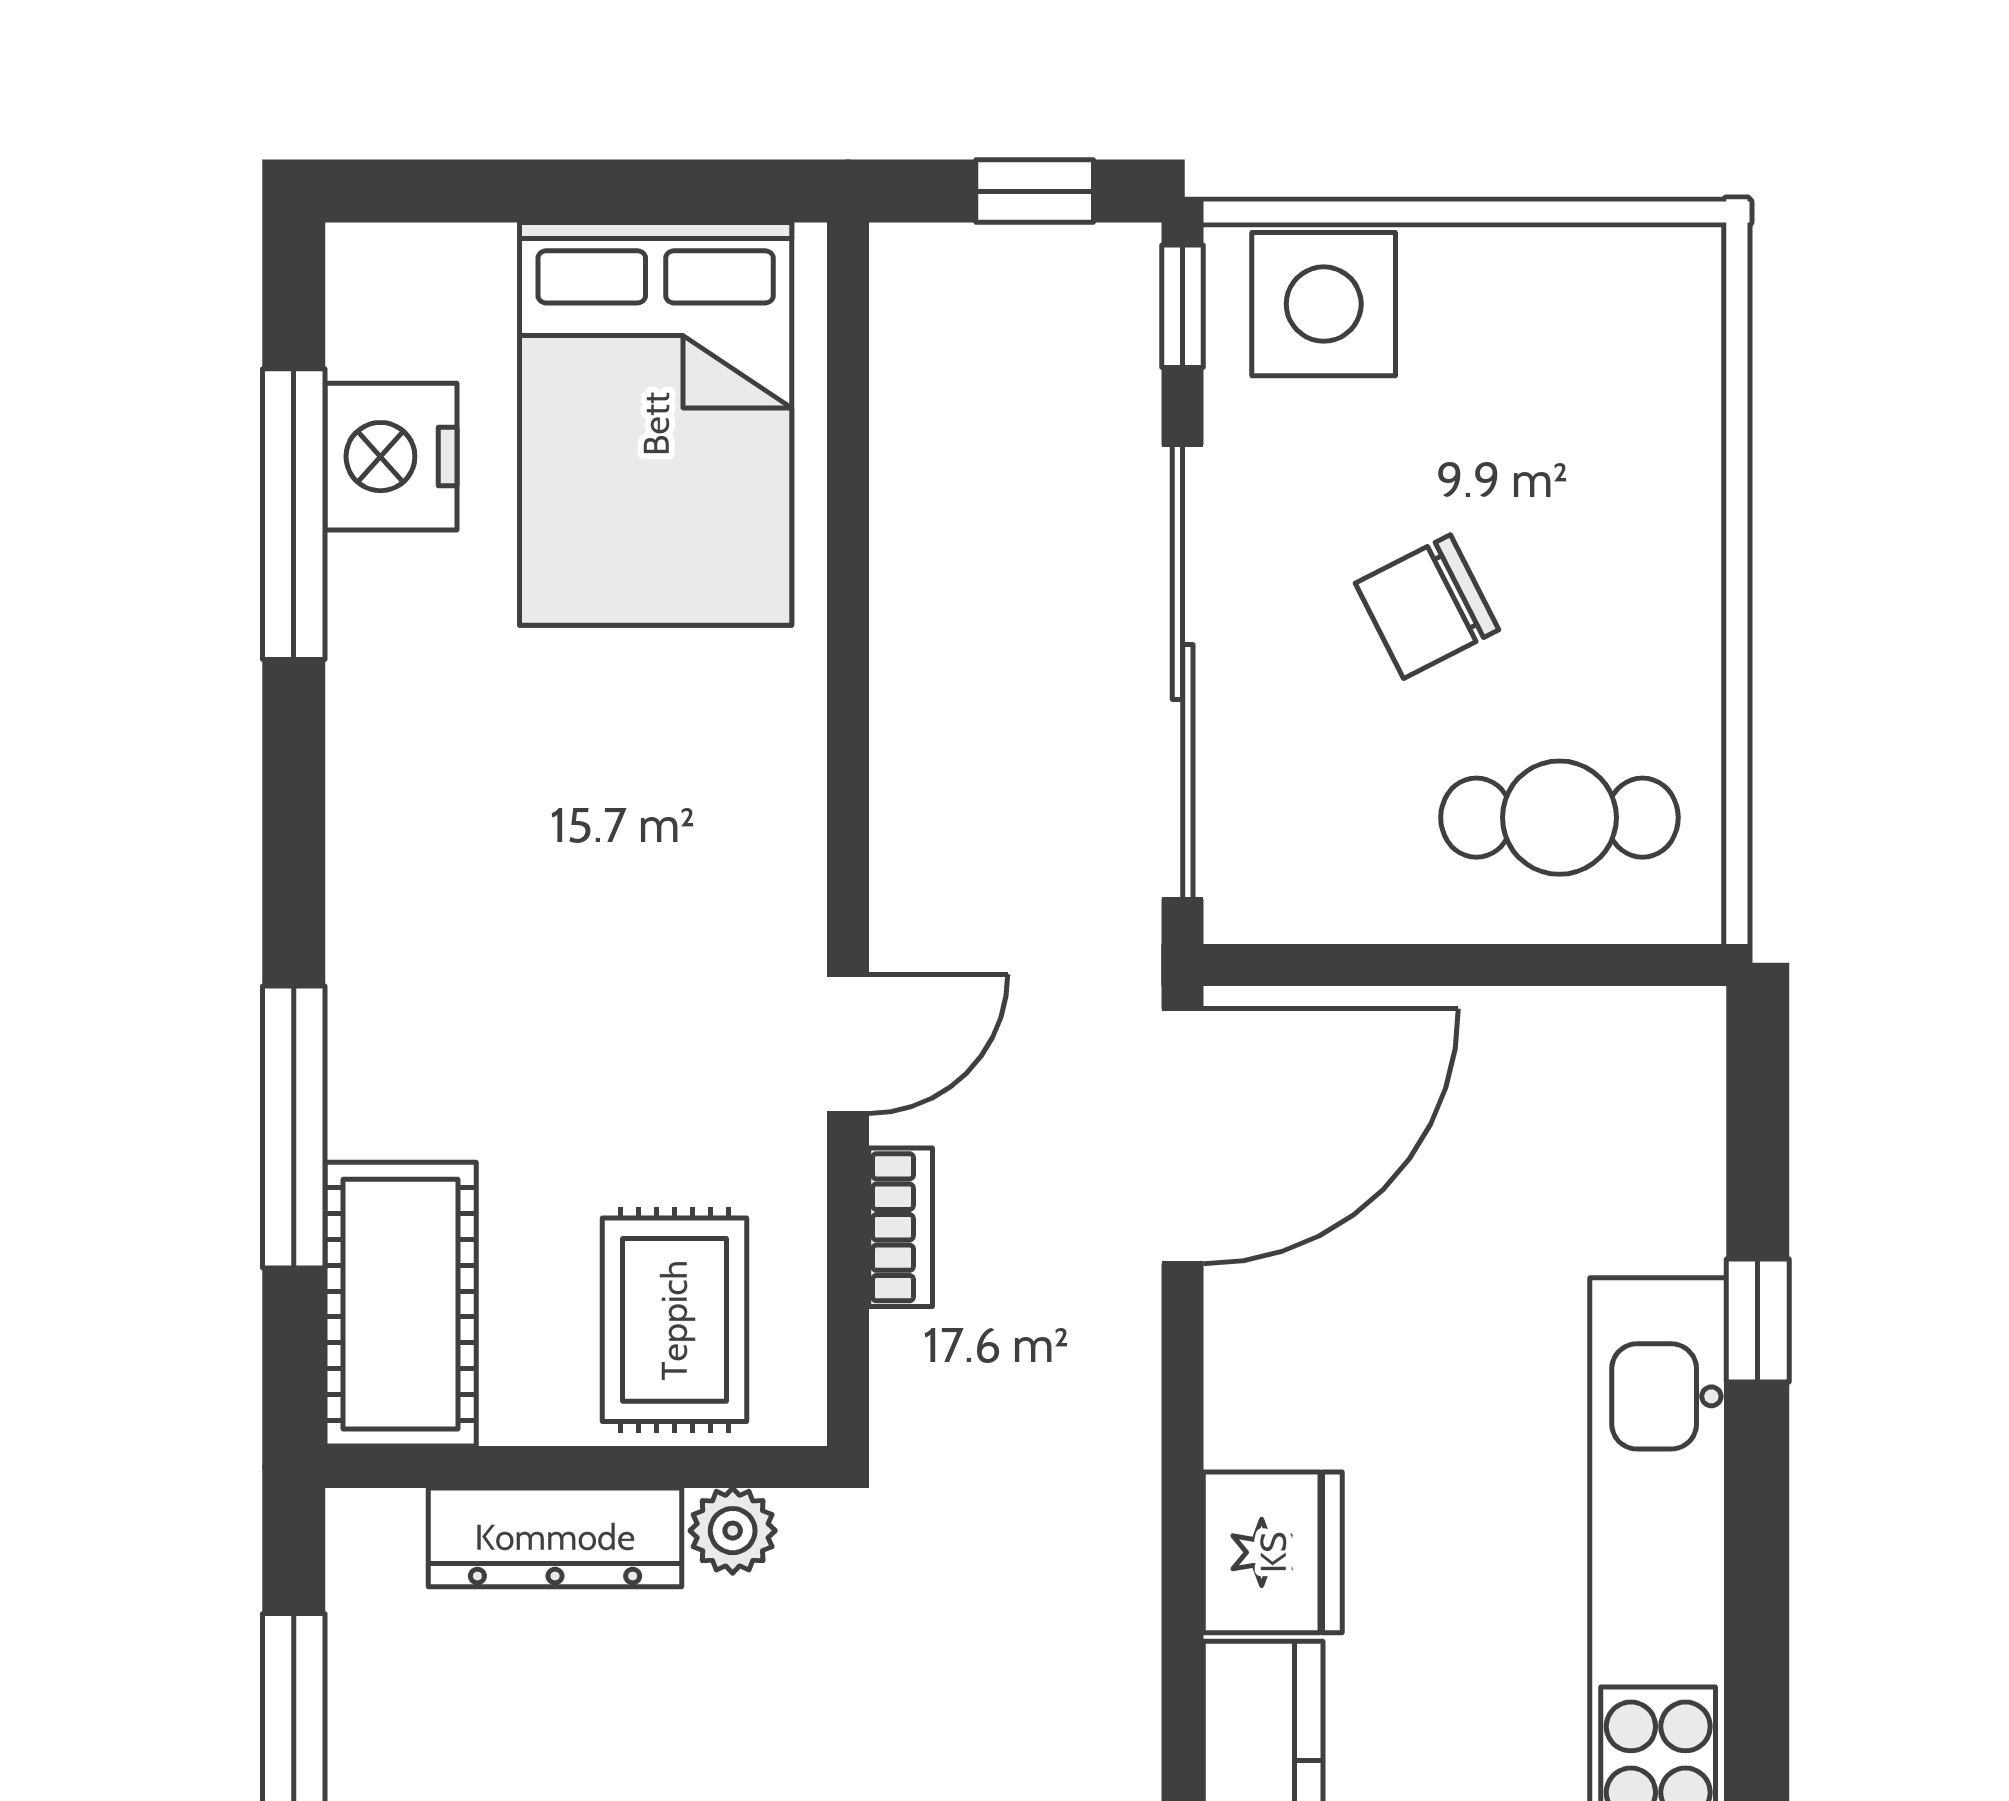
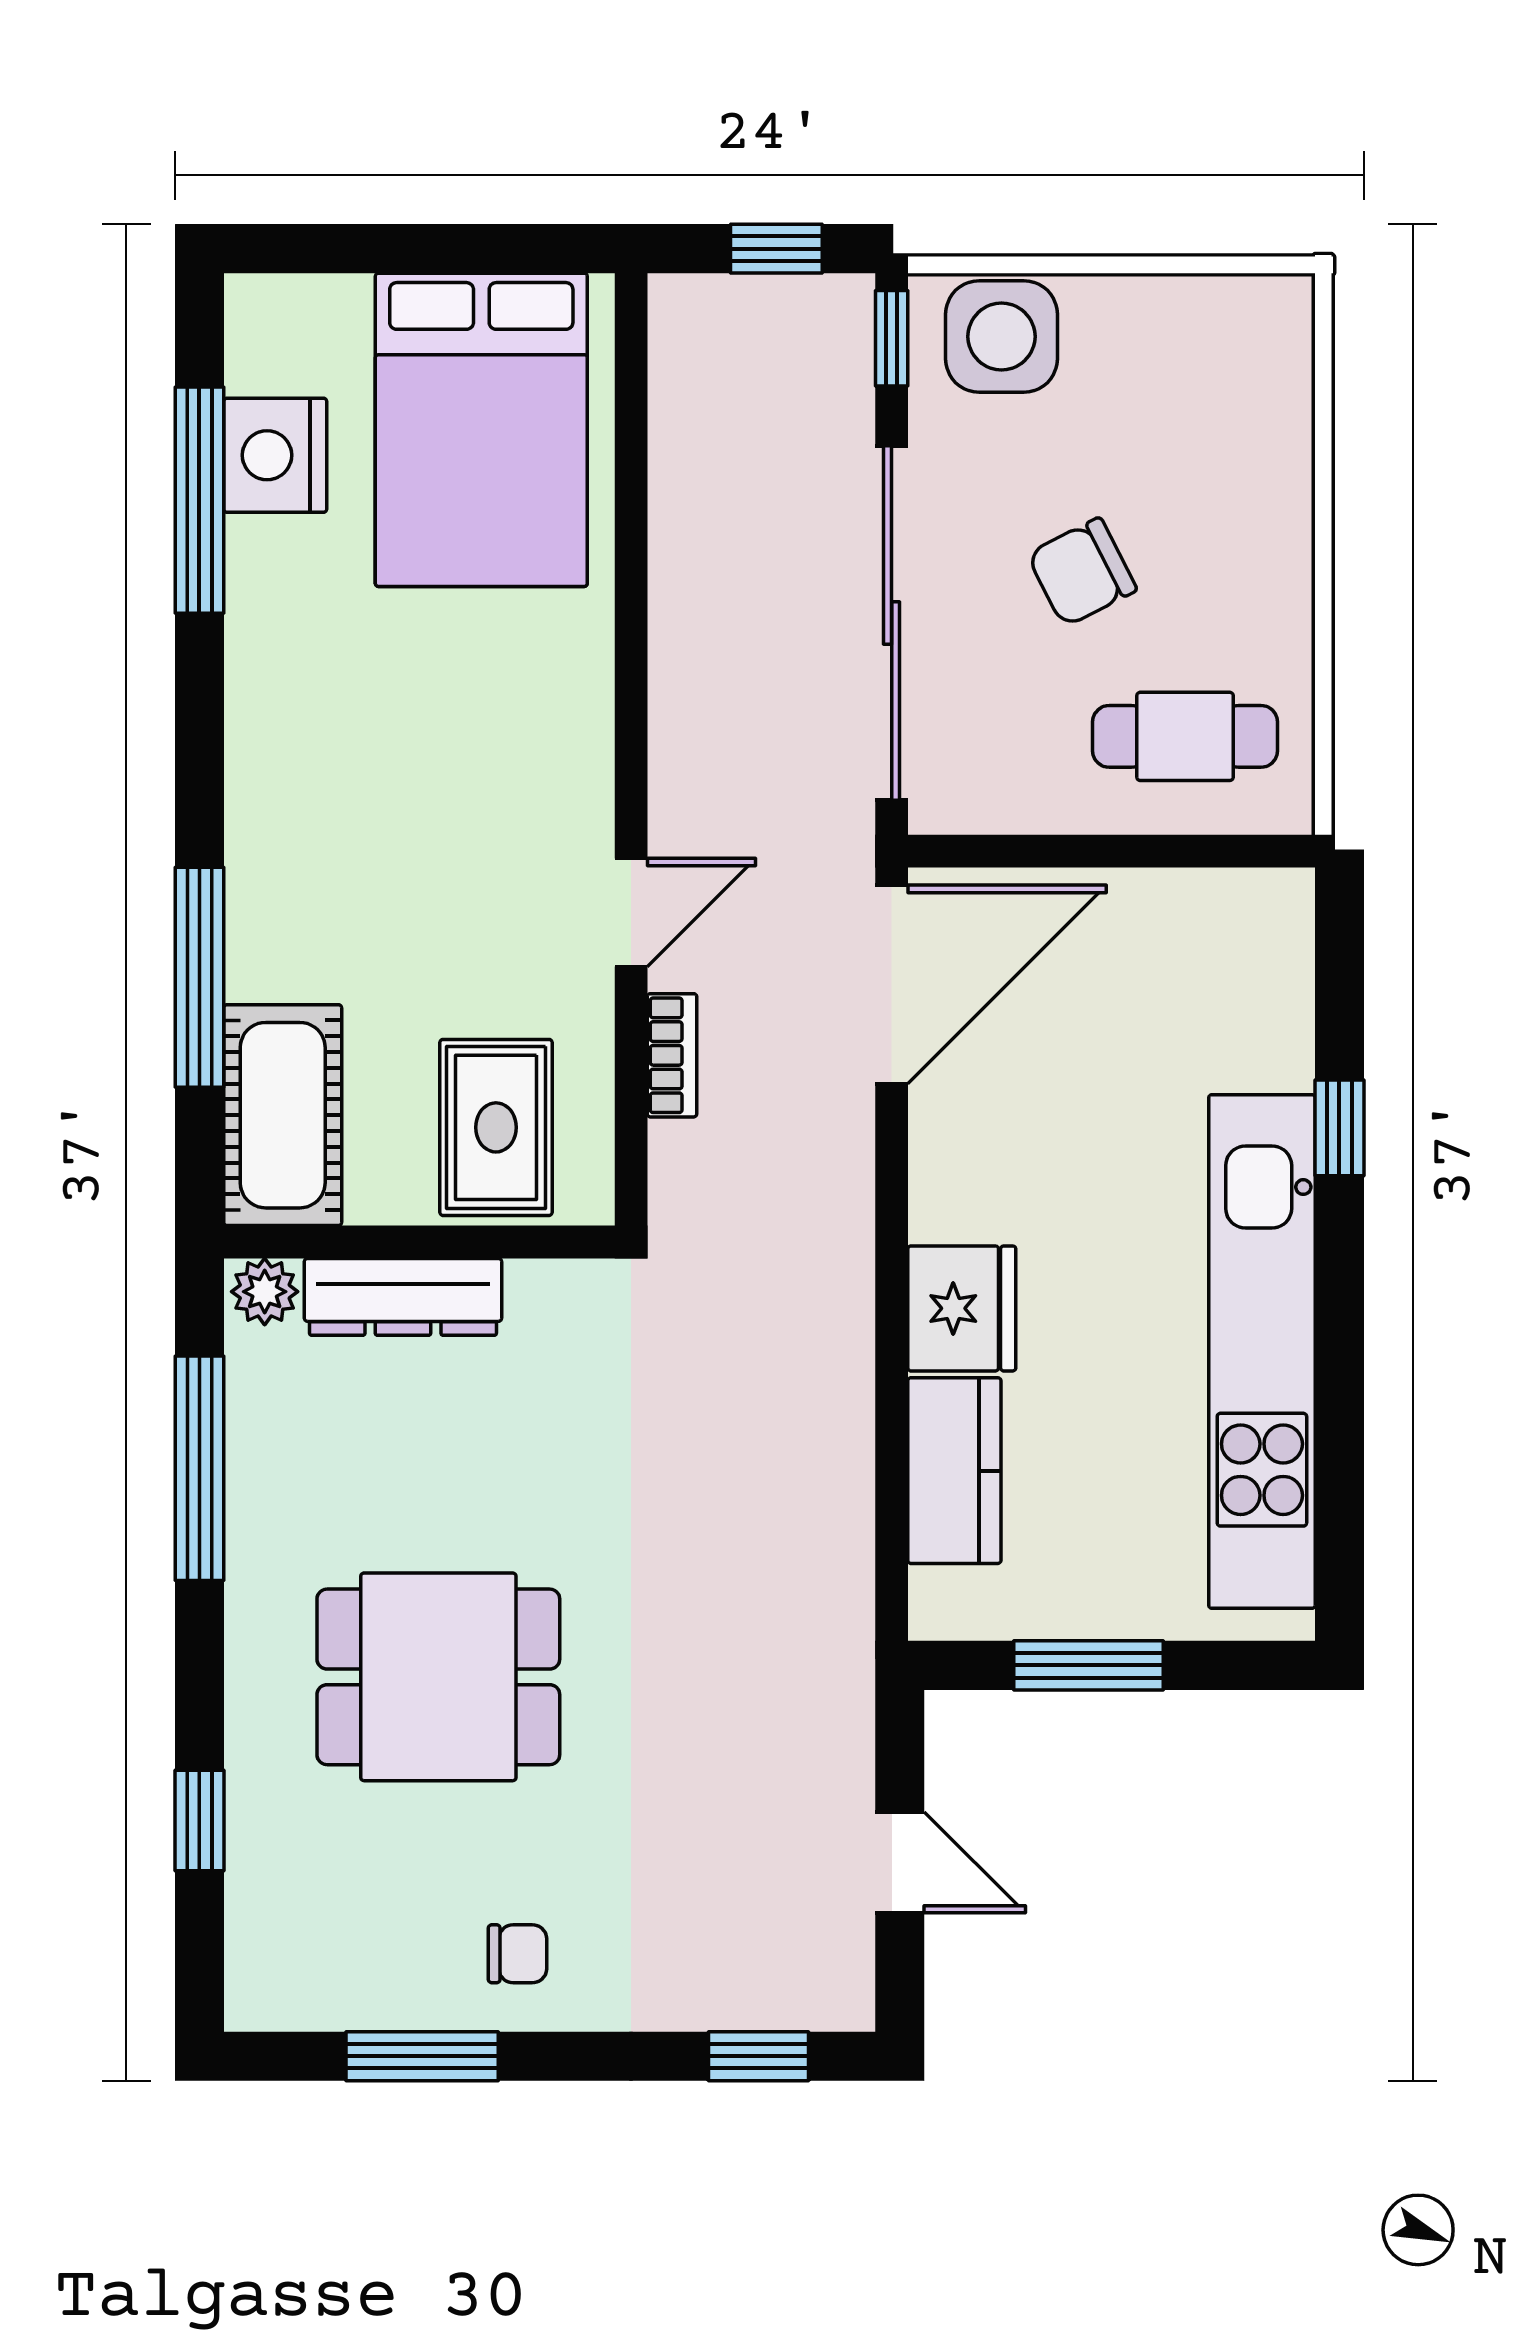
plant: (733, 1531) -> (265, 1292), moved

